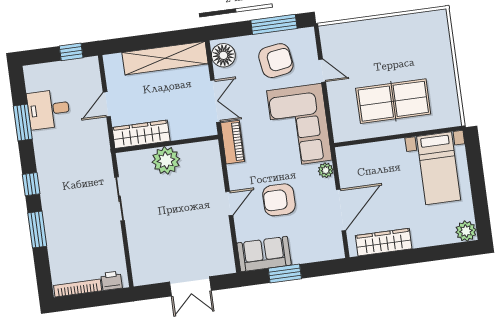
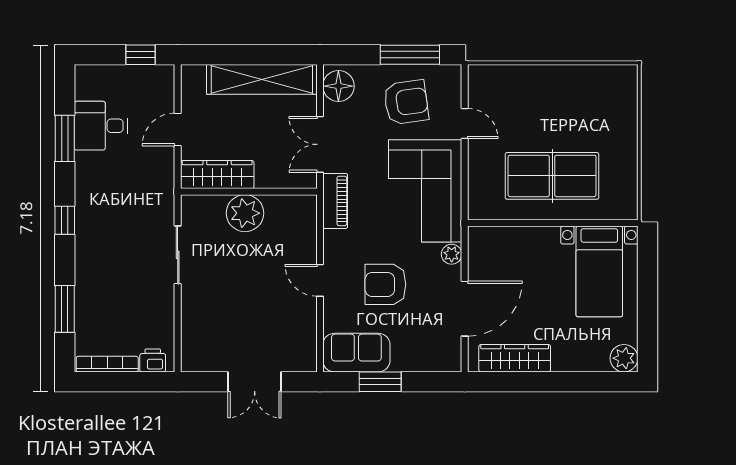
double door: (215, 101) -> (320, 144), swing flipped
door: (229, 203) -> (320, 280), swing flipped
window: (37, 230) -> (65, 309), moved

